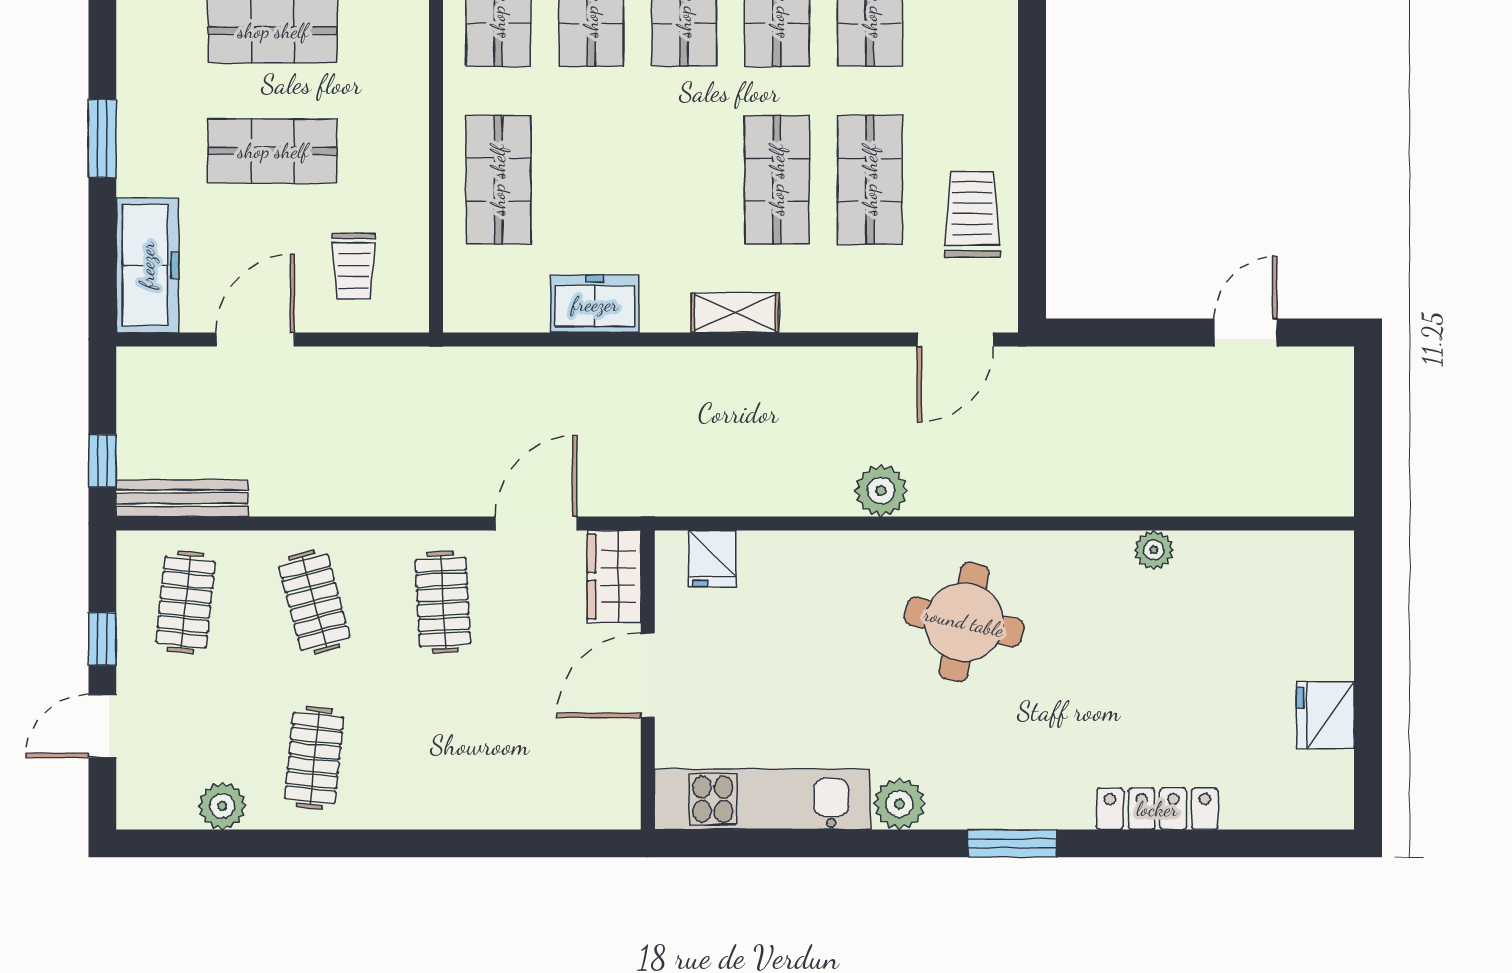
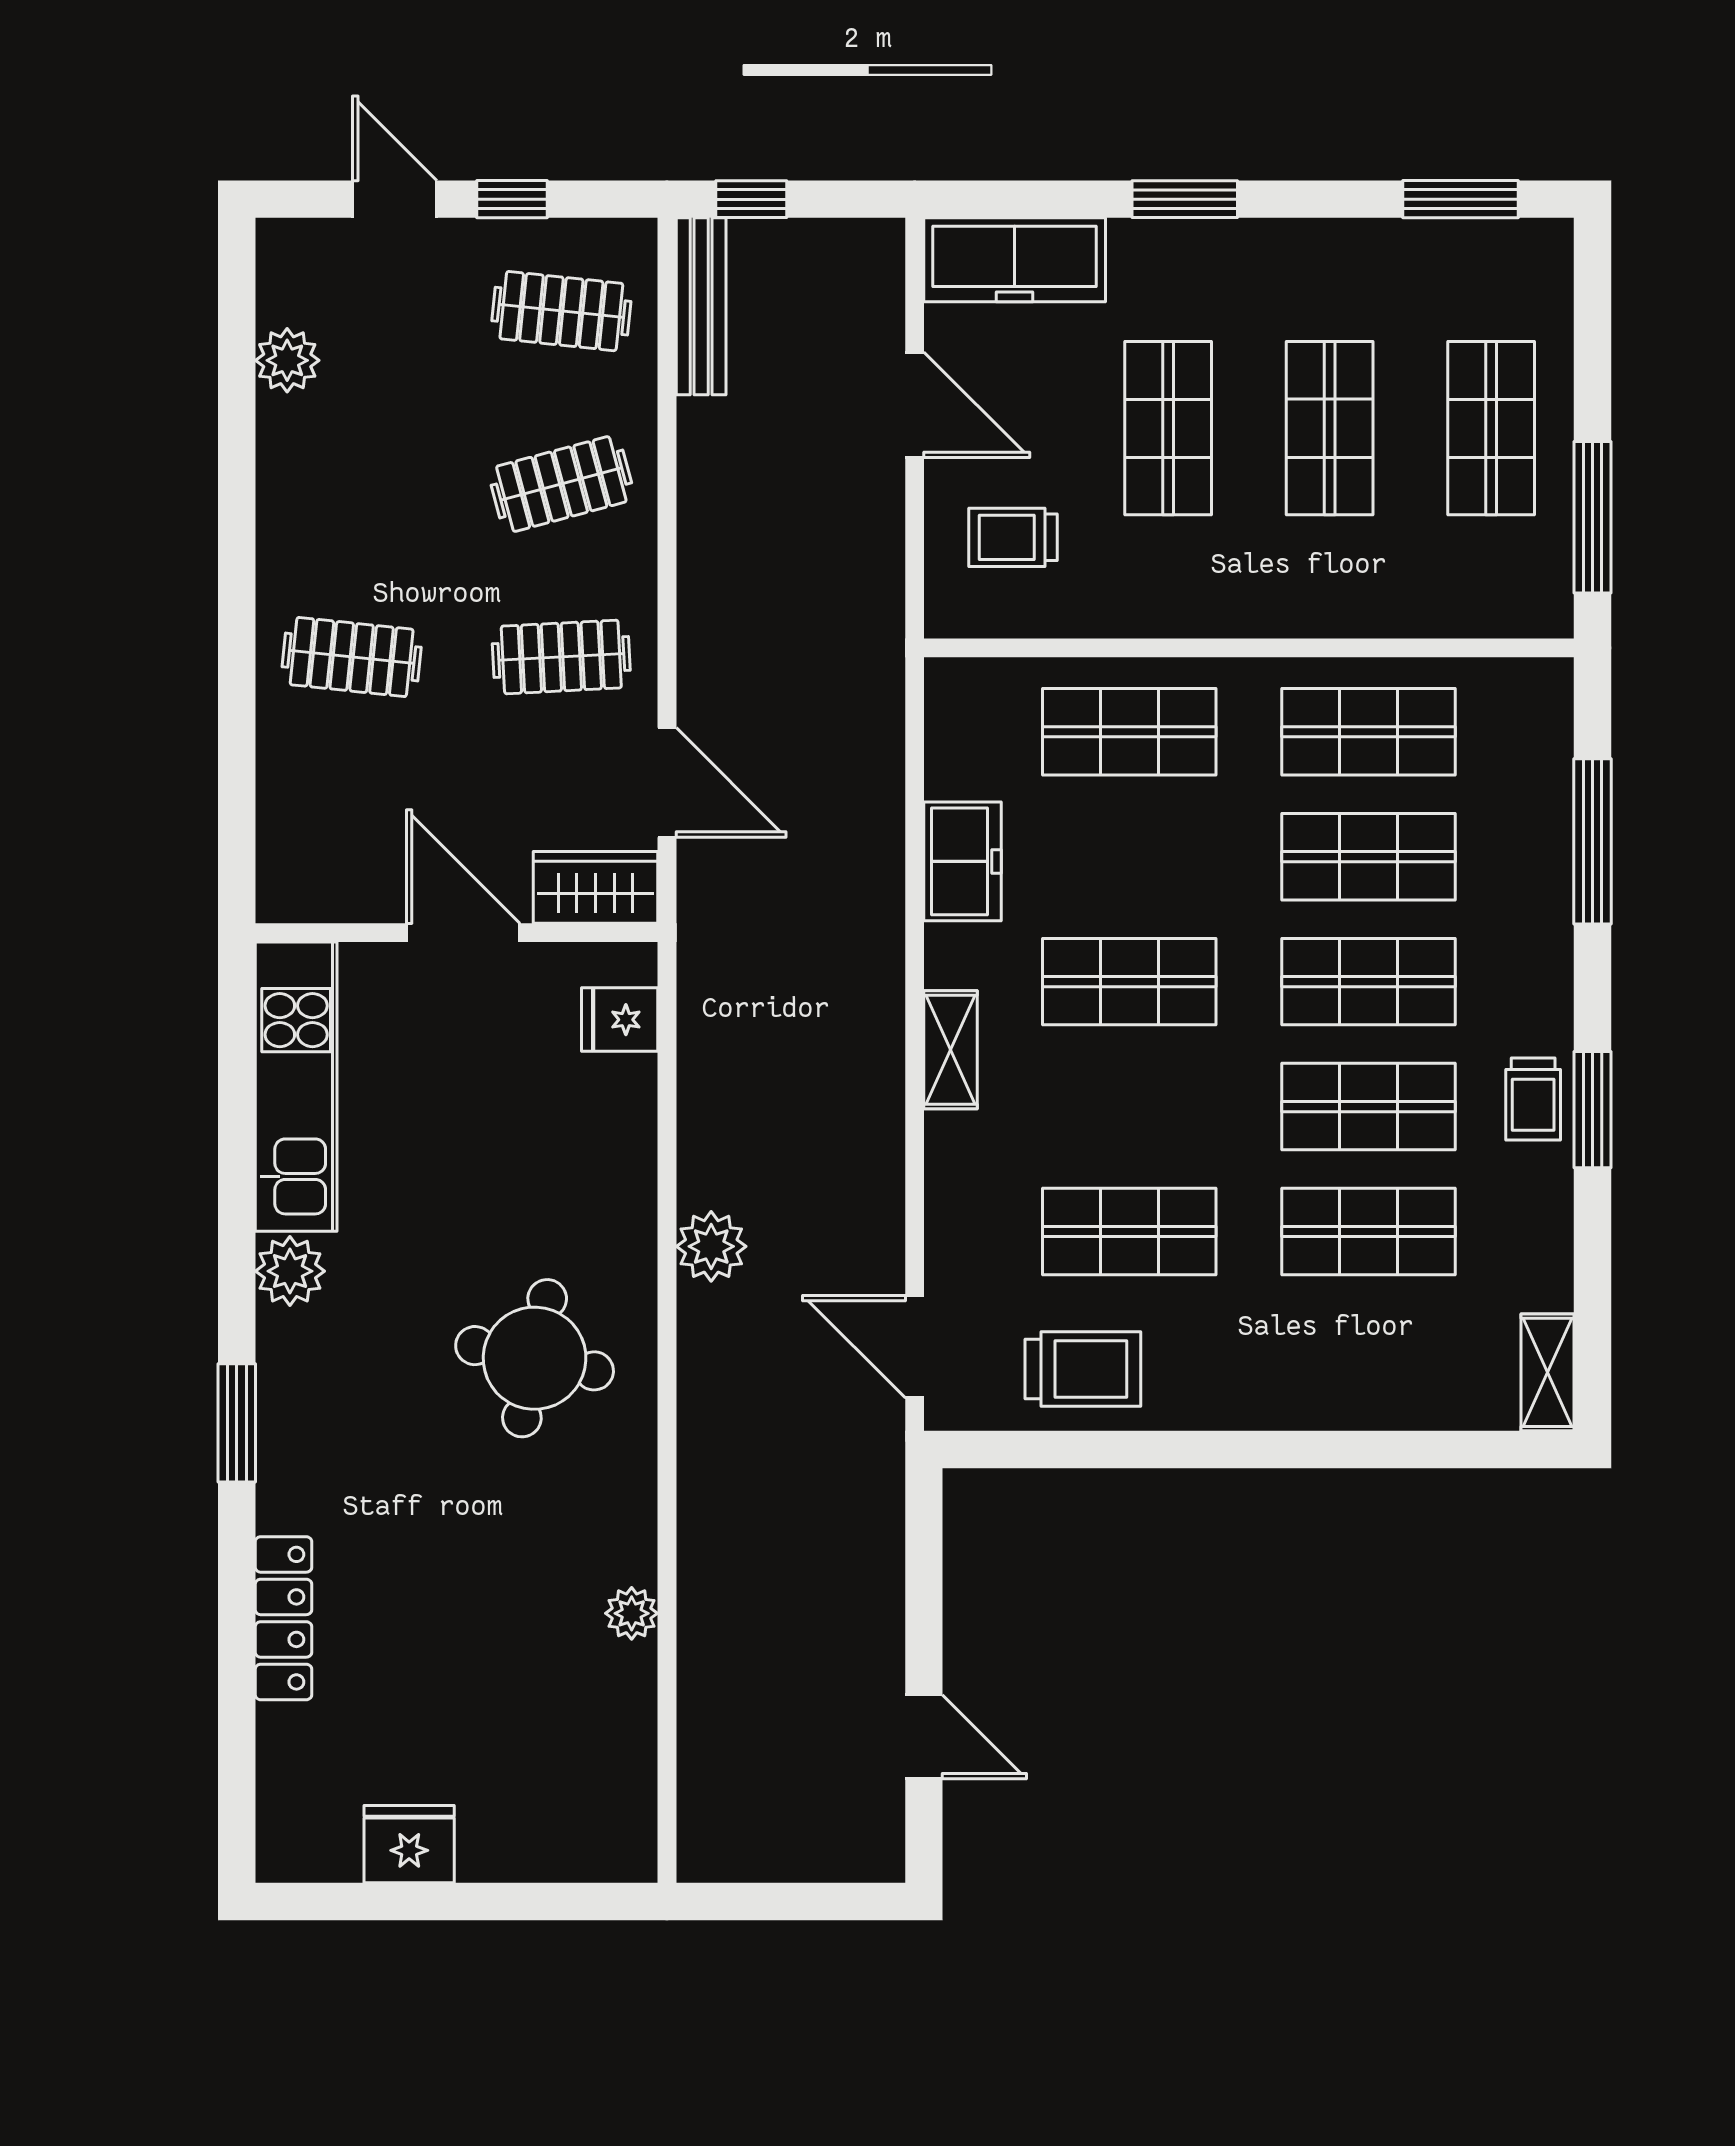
shop shelf: (777, 180) -> (1129, 982), moved
clothes rail: (314, 758) -> (352, 657), moved

